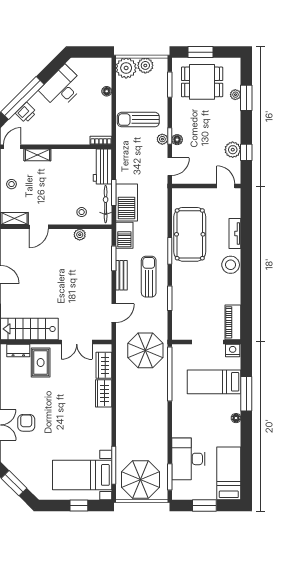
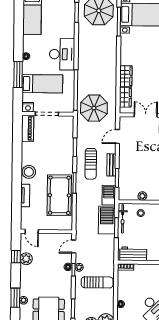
workbench: (102, 167) -> (133, 254), moved, turned -90
desk: (188, 459) -> (62, 54), moved

